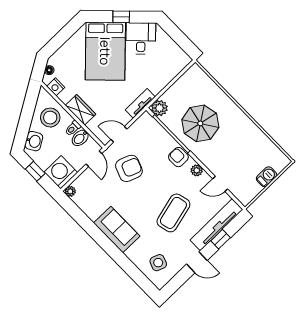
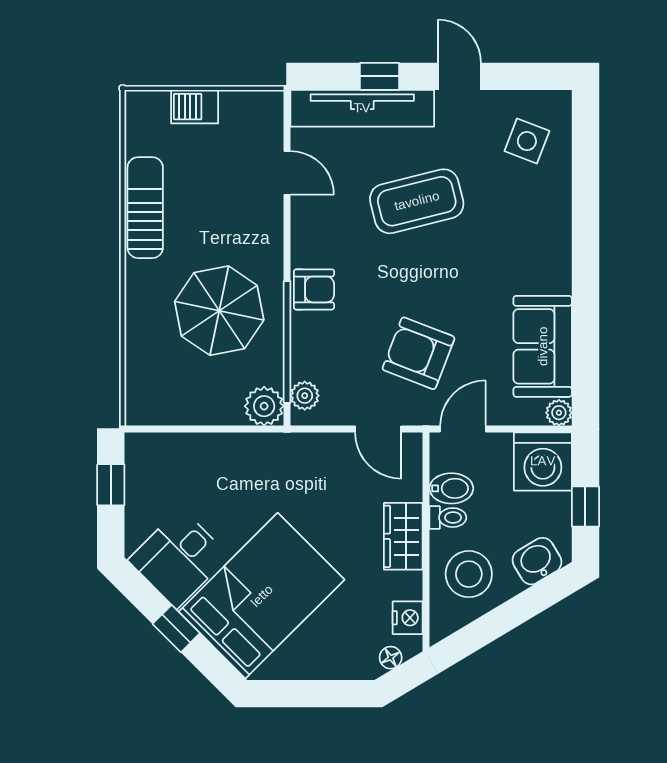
window: (182, 40) -> (111, 485), added
tv unit: (140, 103) -> (289, 447), removed
sun lounger: (252, 133) -> (145, 208), added
armchair: (178, 157) -> (314, 289), turned -90
plant: (197, 170) -> (305, 396), moved
sofa: (117, 229) -> (543, 346), moved

